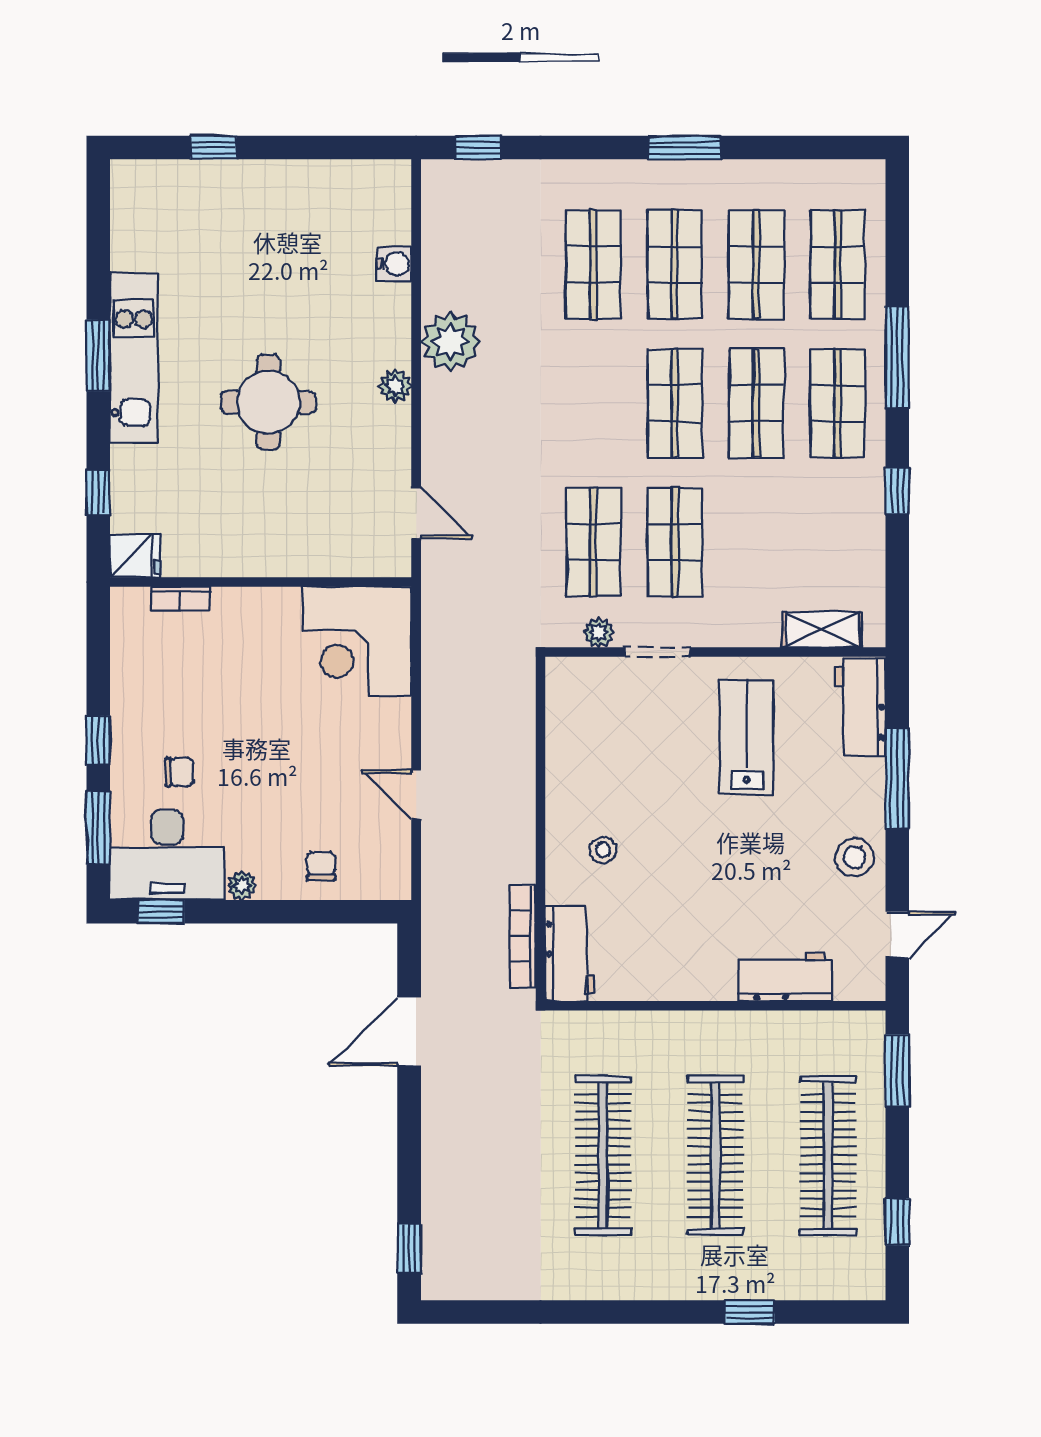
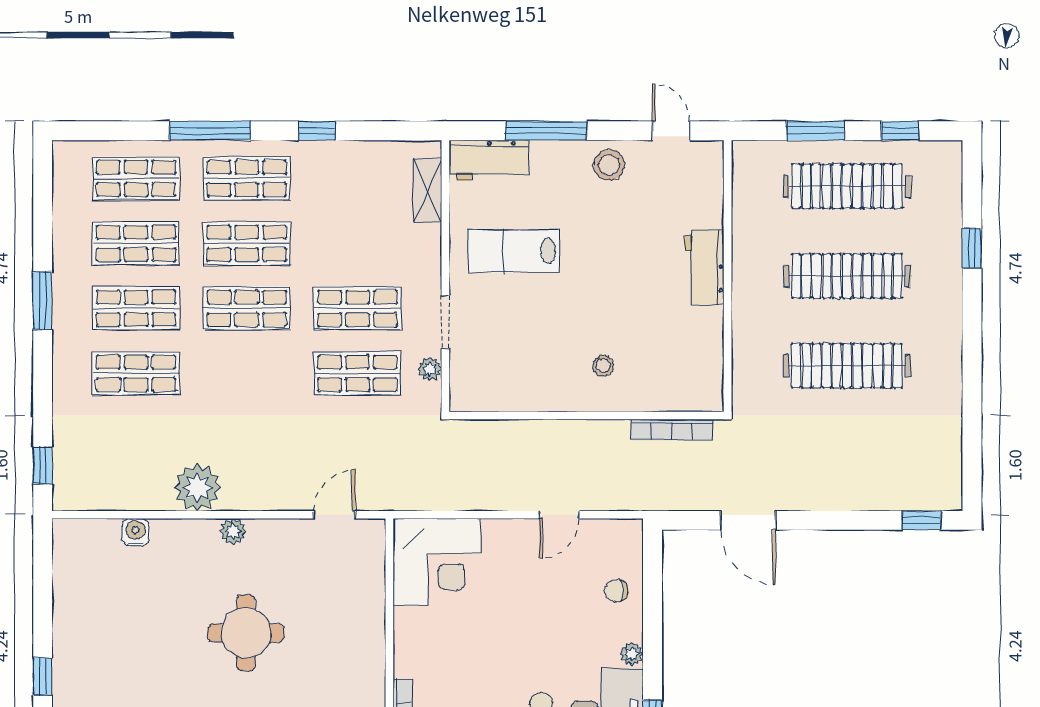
workbench: (570, 953) -> (686, 392), removed
workbench: (785, 977) -> (704, 267), moved
window: (897, 1070) -> (815, 131), moved

